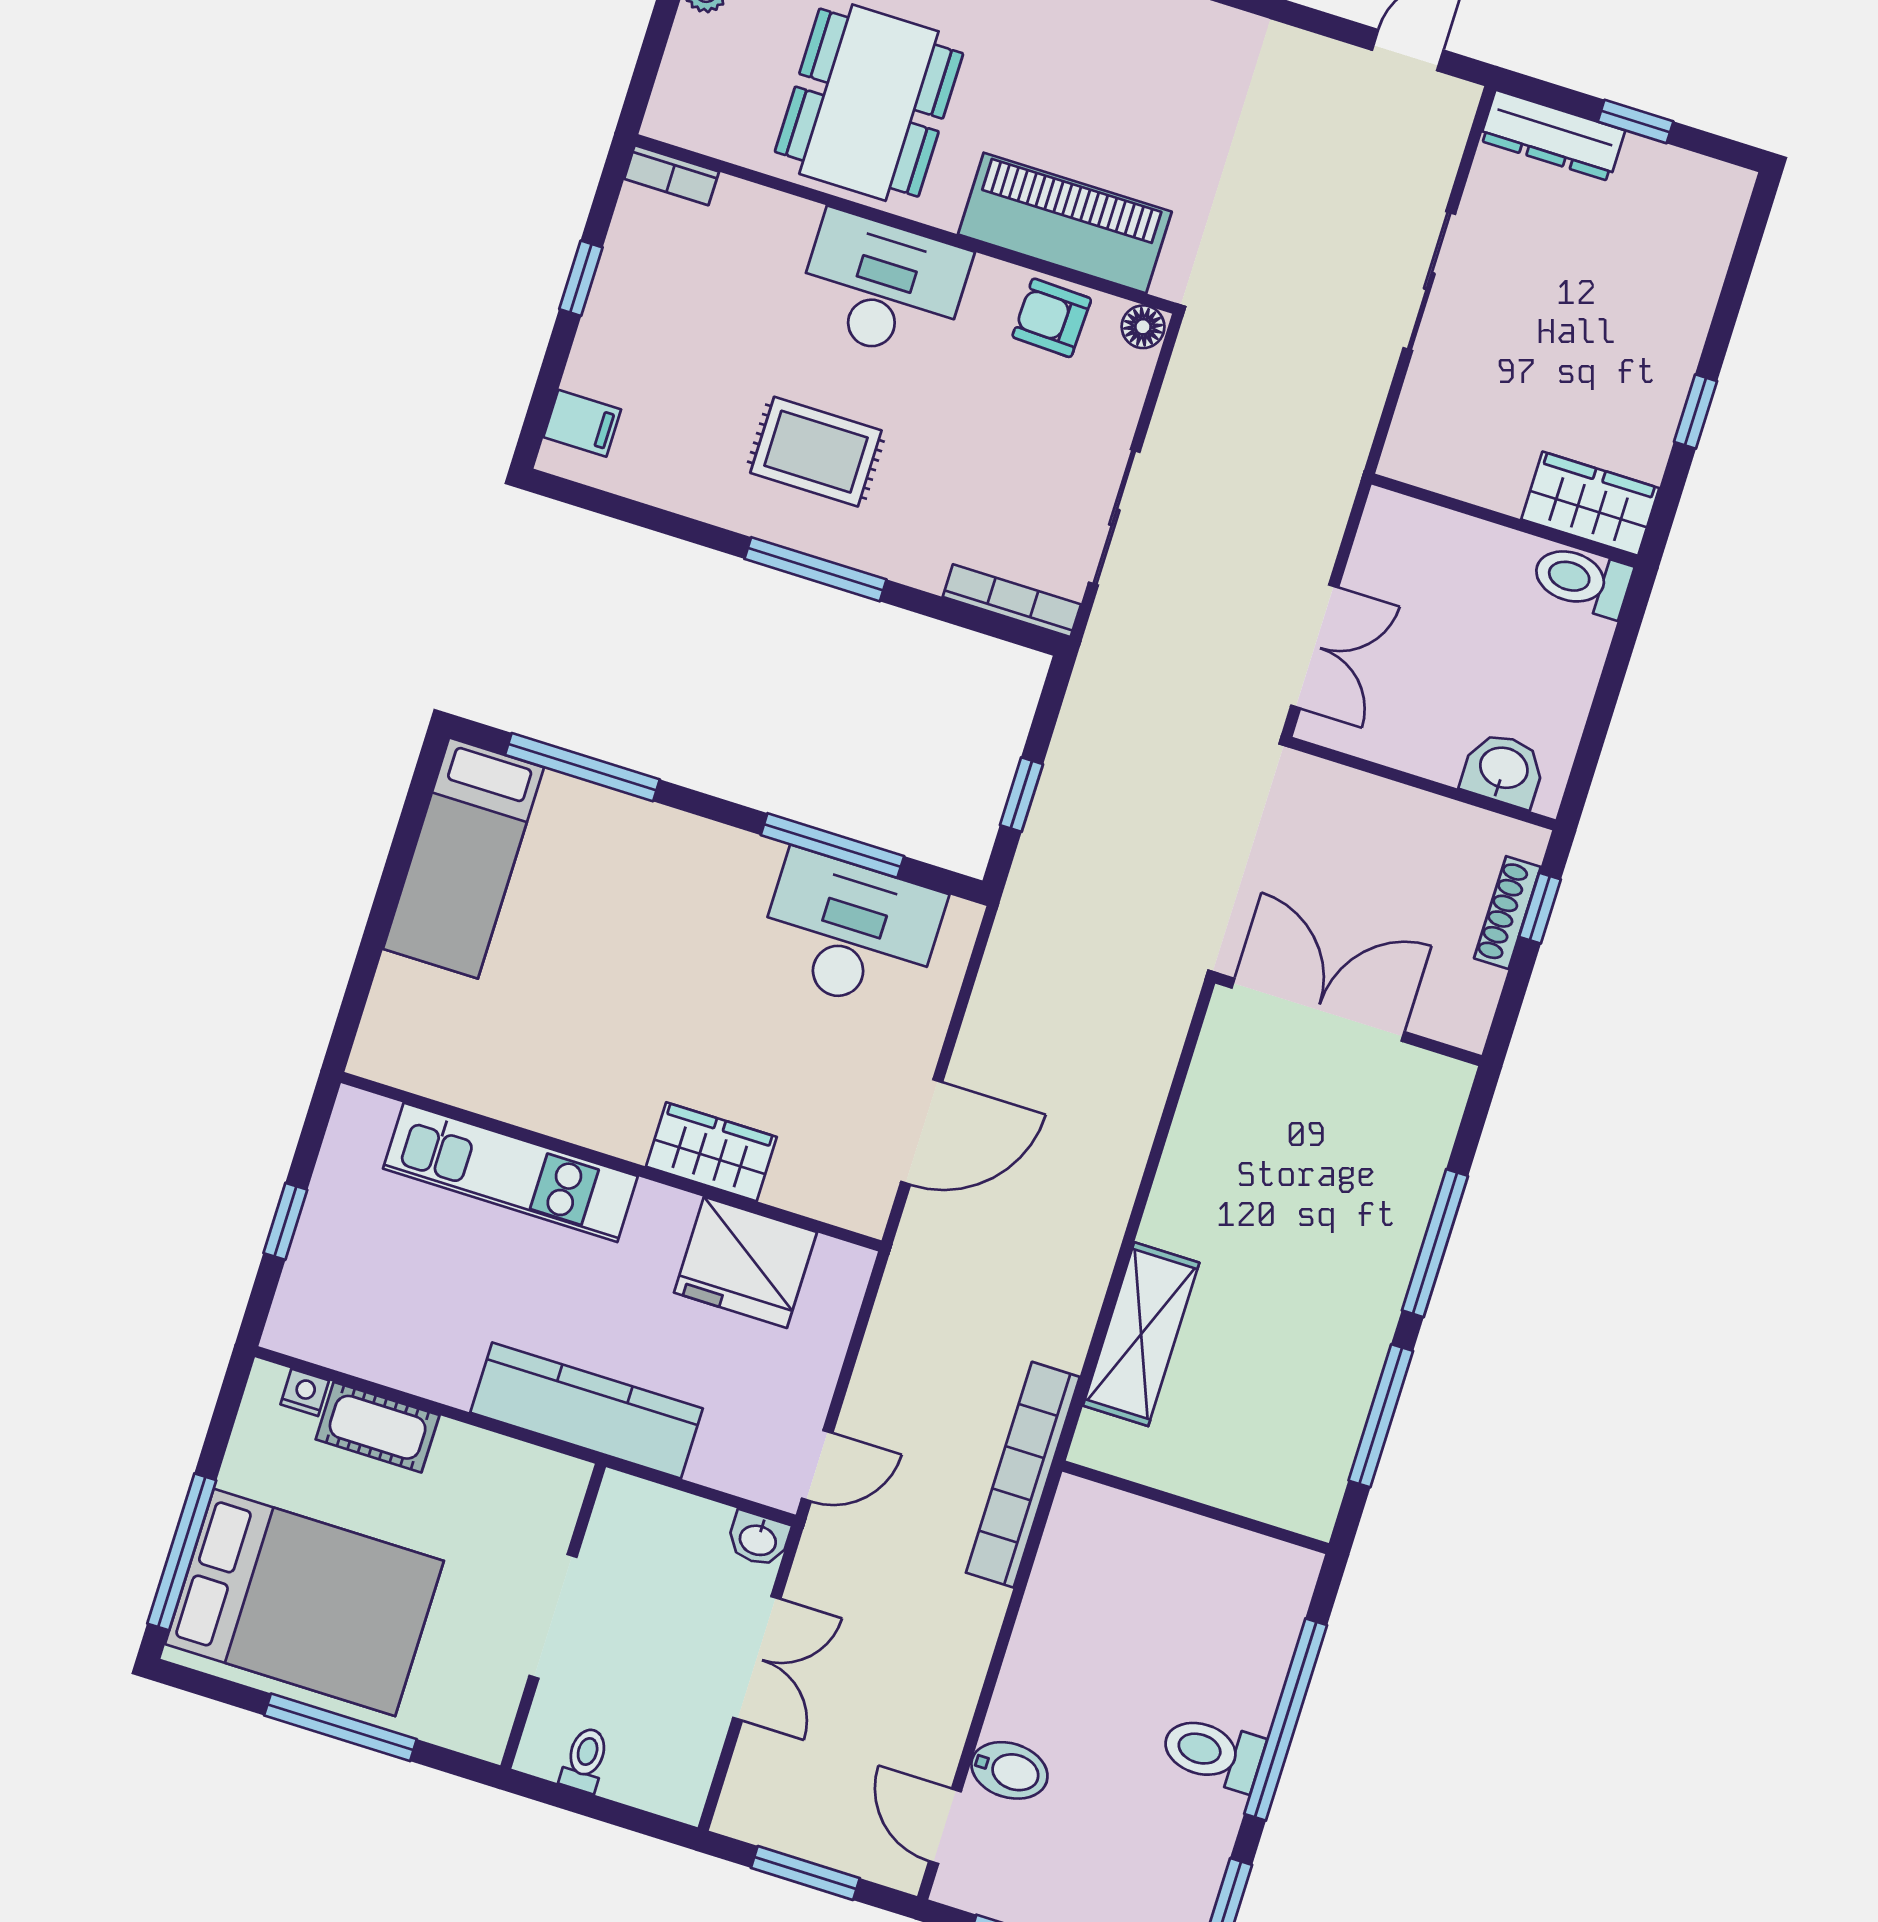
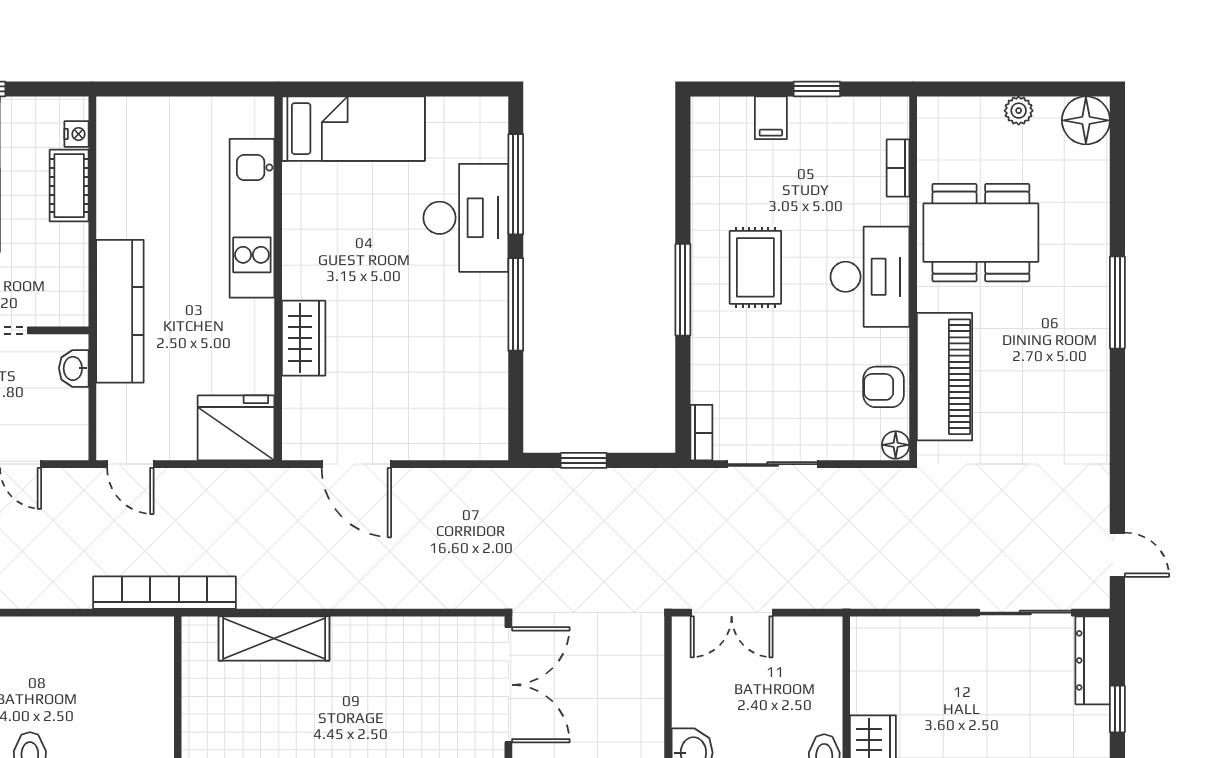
bookcase: (672, 175) -> (898, 168), moved
sliding door: (1429, 281) -> (1025, 613), moved
armchair: (1052, 318) -> (884, 387), turned -92
filing cabinet: (582, 423) -> (771, 118), moved
bookcase: (1012, 601) -> (701, 433), width x0.64
window: (832, 846) -> (516, 304), moved
bed: (463, 858) -> (353, 129), moved, turned 180
desk: (850, 932) -> (466, 218), moved
window: (285, 1221) -> (178, 89), removed
fridge: (745, 1262) -> (236, 428), moved, turned 90
washbasin: (758, 1539) -> (74, 368), moved

